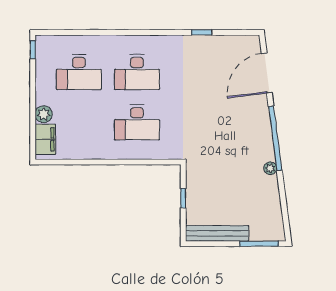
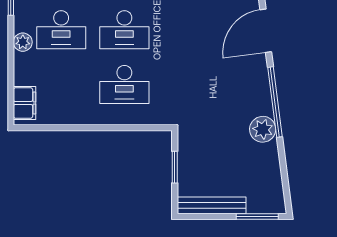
plant: (44, 114) -> (23, 42), moved
plant: (270, 168) -> (263, 129), width x1.87, depth x1.87
window: (183, 198) -> (175, 167), width x1.50

